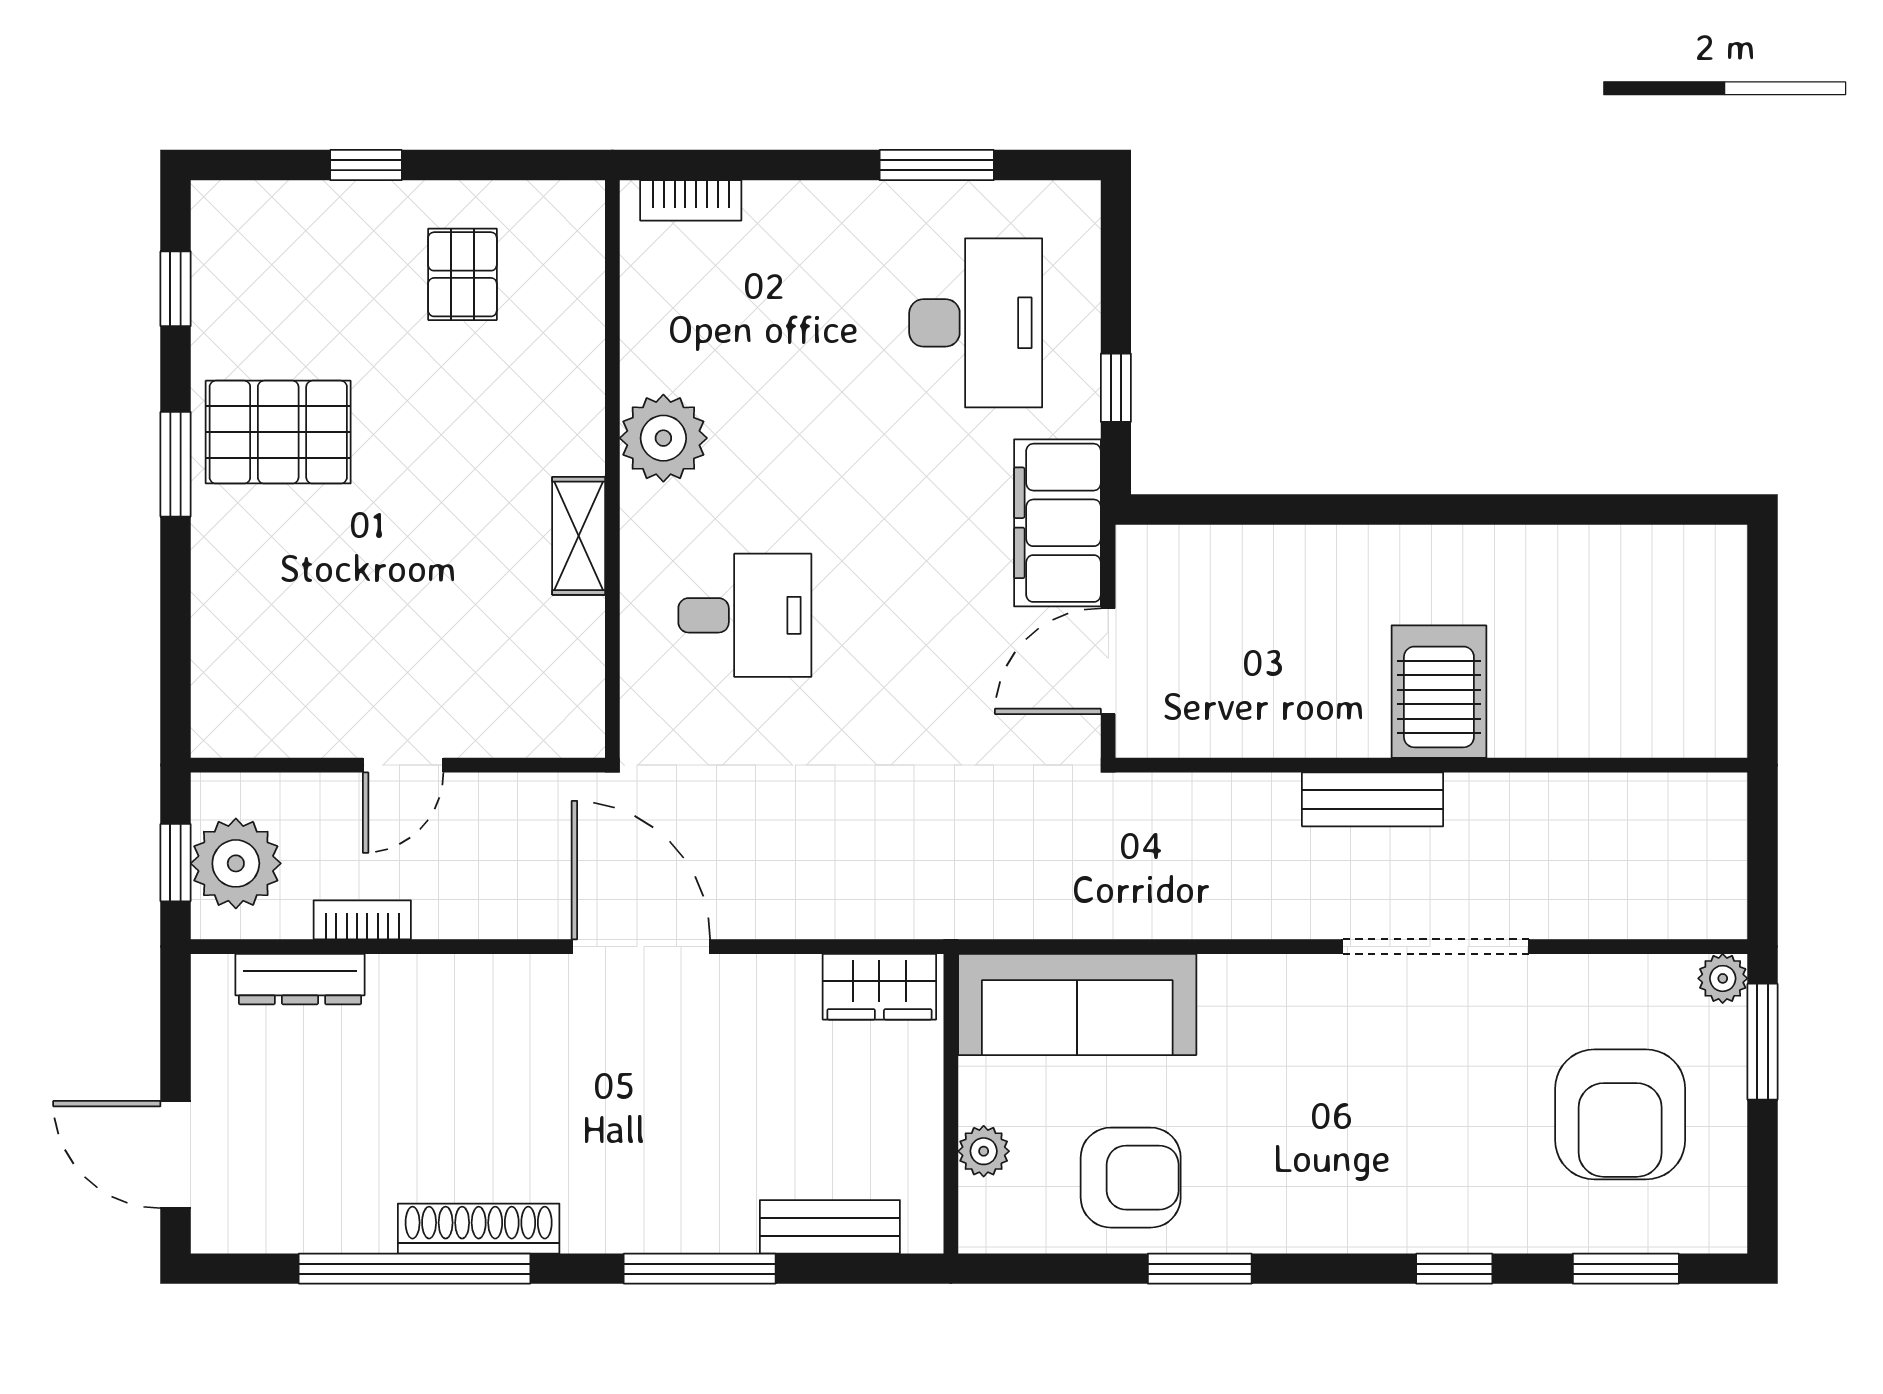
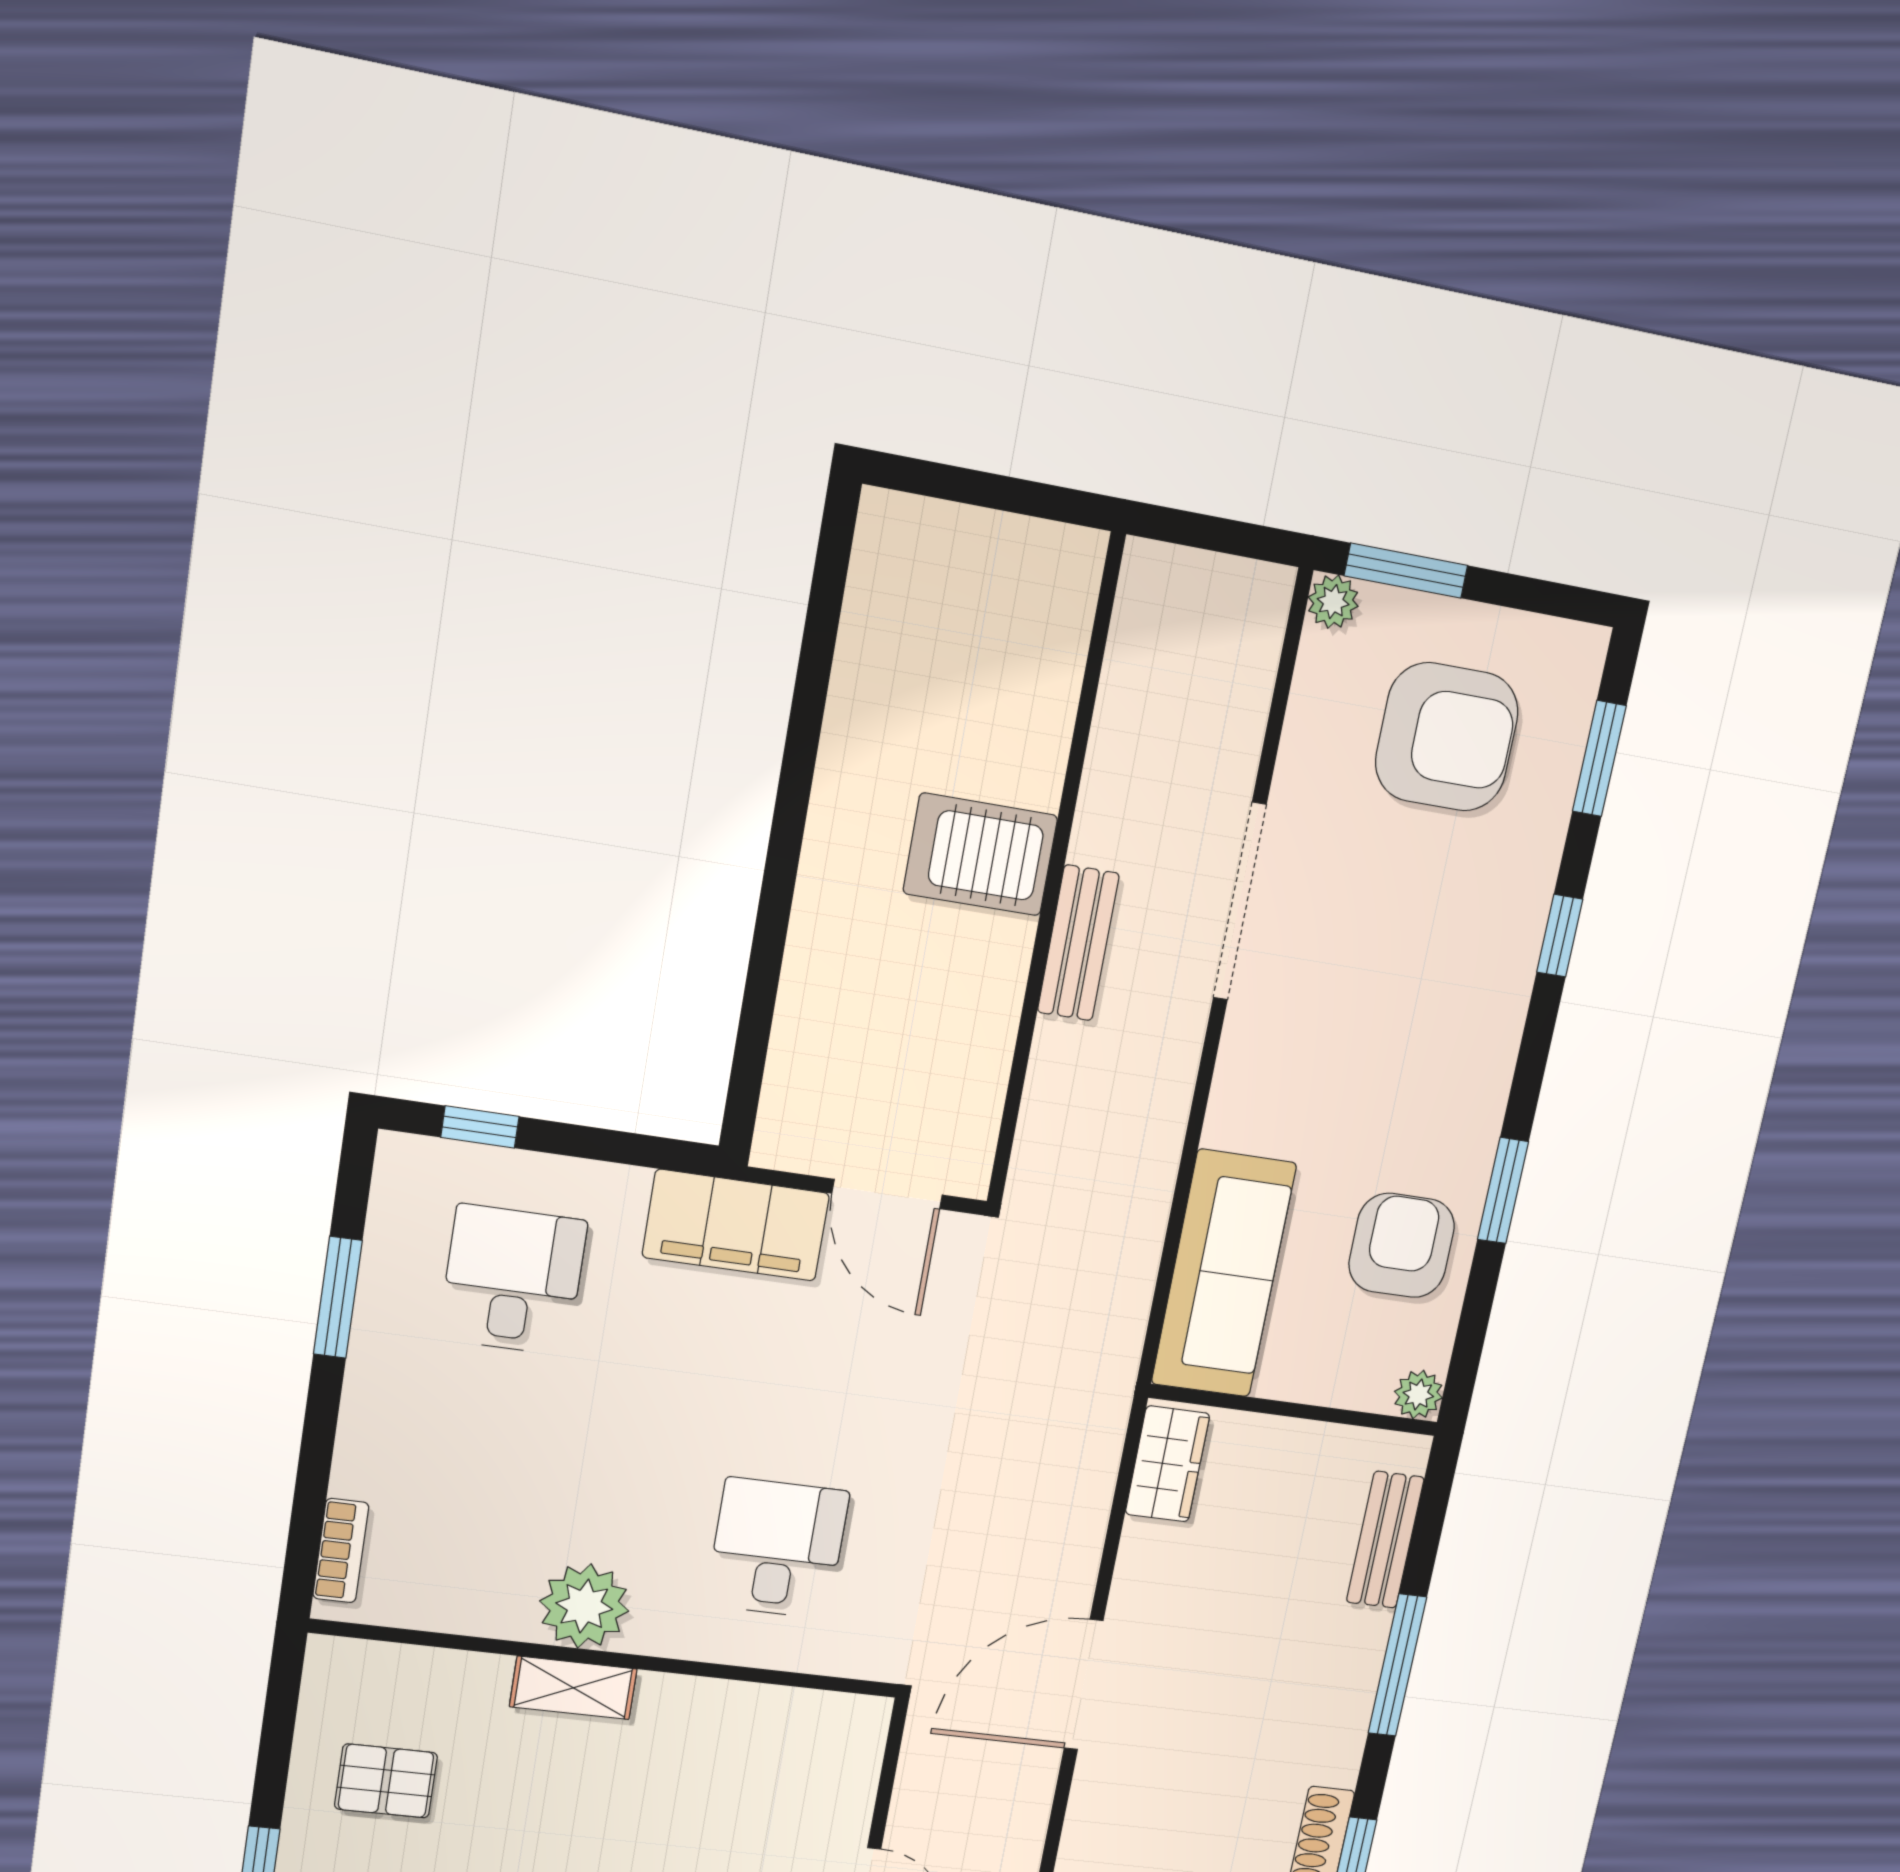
desk: (976, 323) -> (513, 1280), width x0.73
window: (1116, 388) -> (480, 1127), moved
shelving: (579, 536) -> (573, 1688), moved
plant: (984, 1151) -> (1418, 1395), moved

